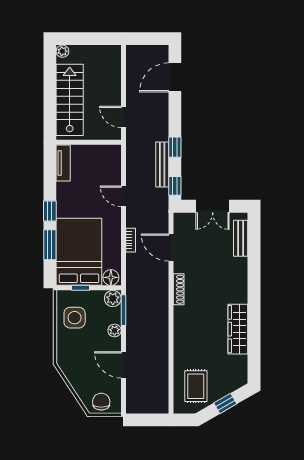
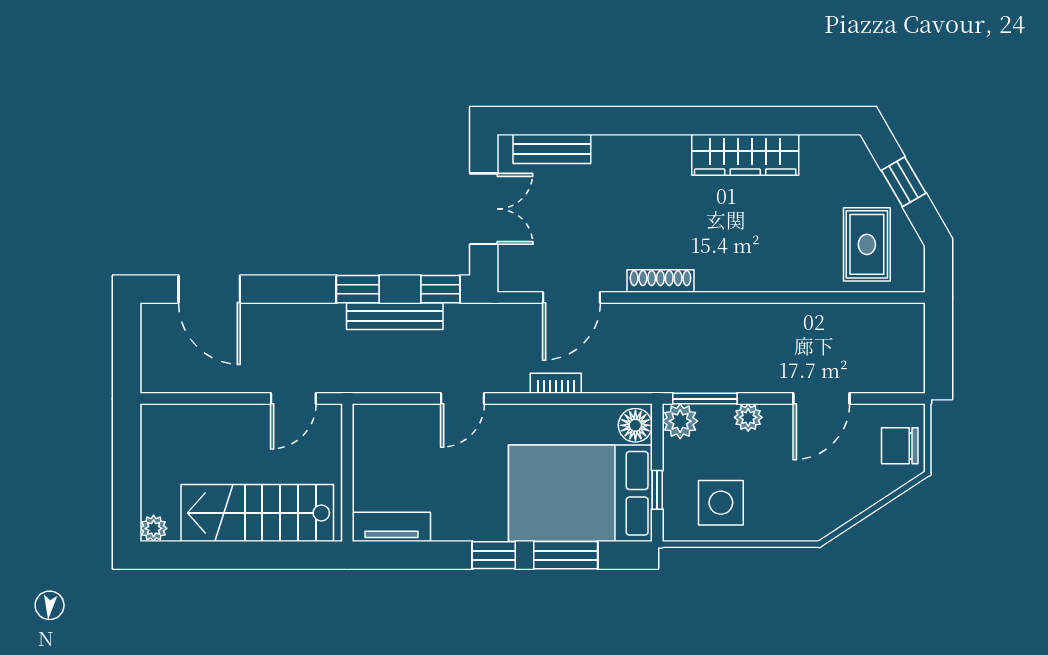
rug: (196, 386) -> (867, 244), turned 90

